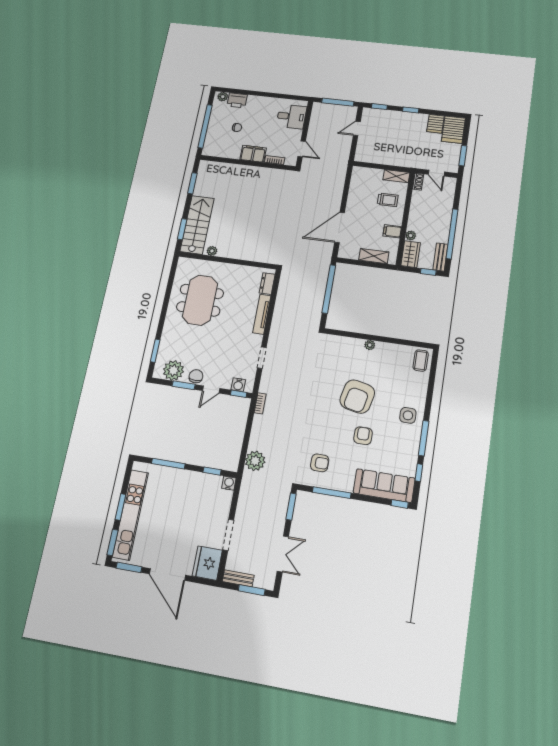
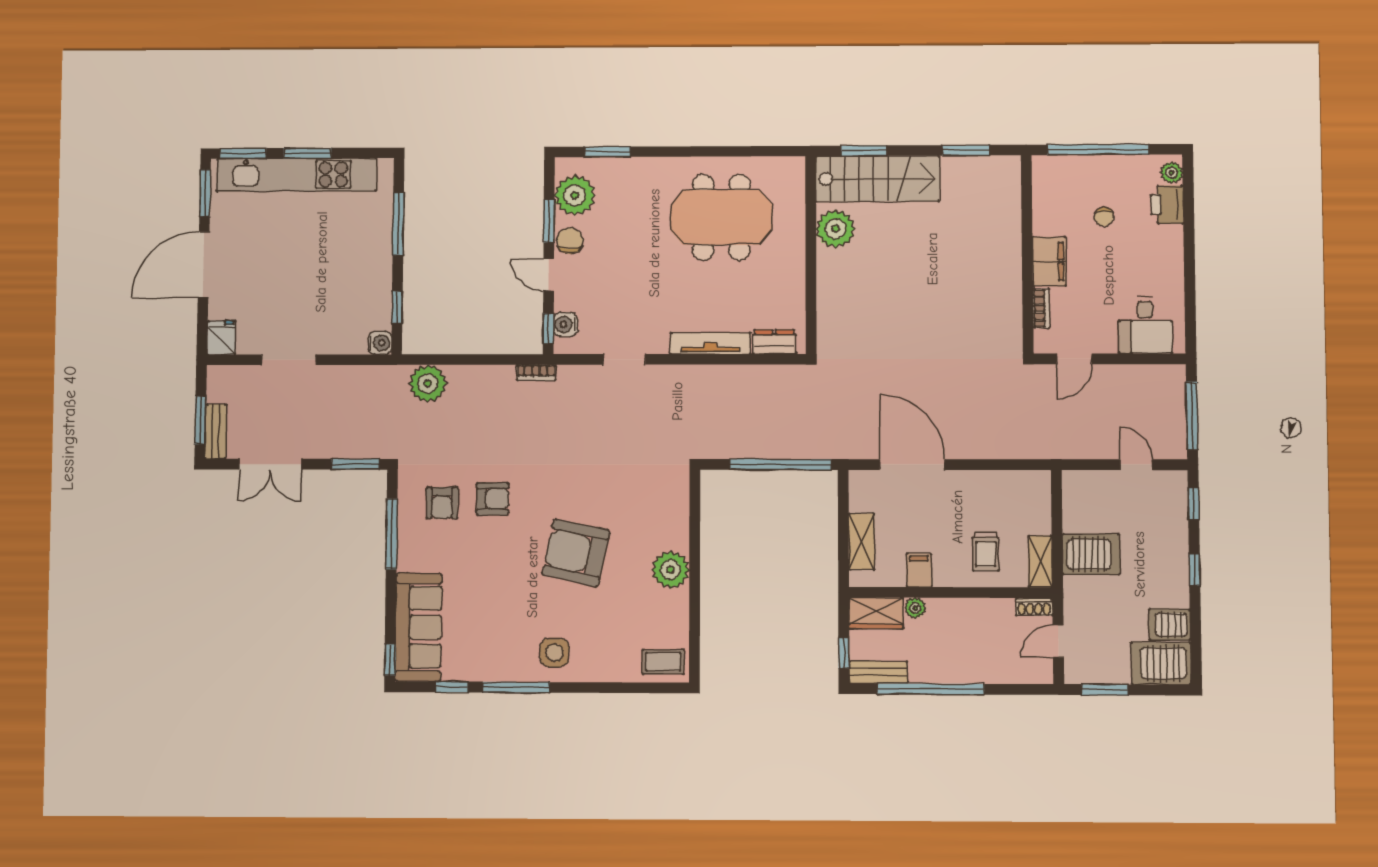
server rack: (396, 153) -> (1091, 554), added
plant: (212, 251) -> (835, 229), width x1.87, depth x1.87
plant: (370, 345) -> (671, 570), width x1.87, depth x1.87
chair: (196, 376) -> (570, 241), turned -90
armchair: (363, 436) -> (493, 499), moved
fridge: (207, 563) -> (221, 338), width x0.53, depth x0.75
bench: (238, 578) -> (216, 431), moved

